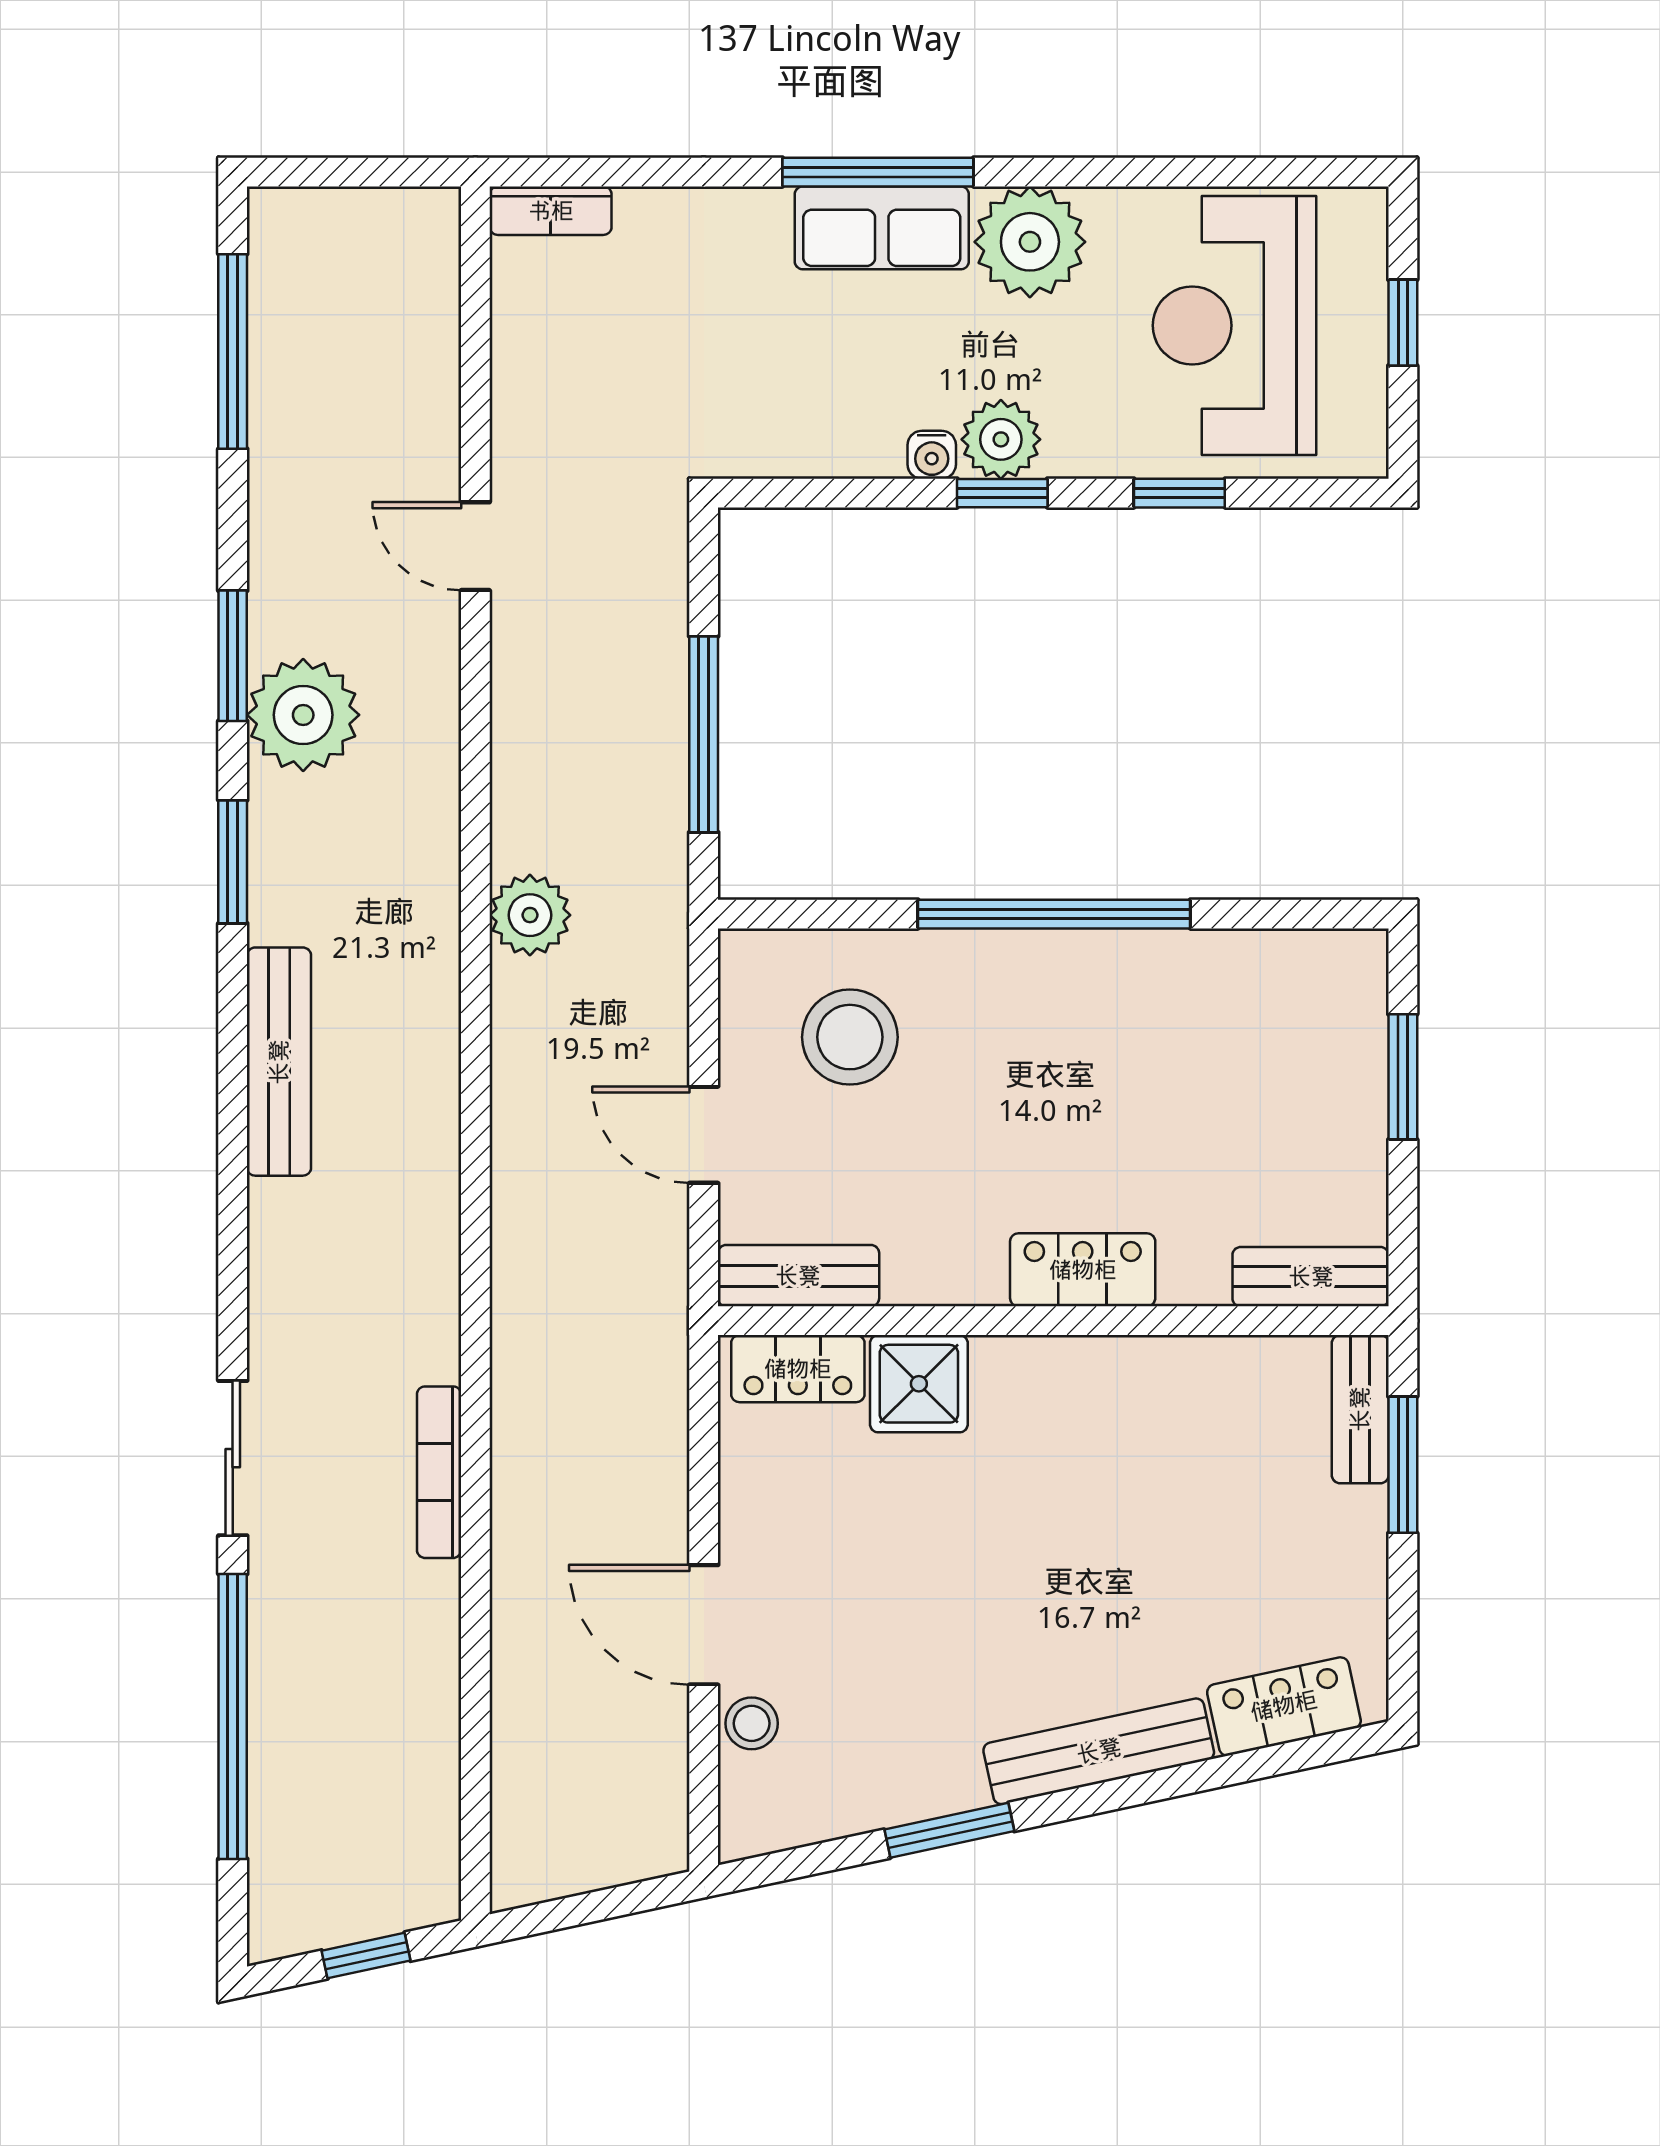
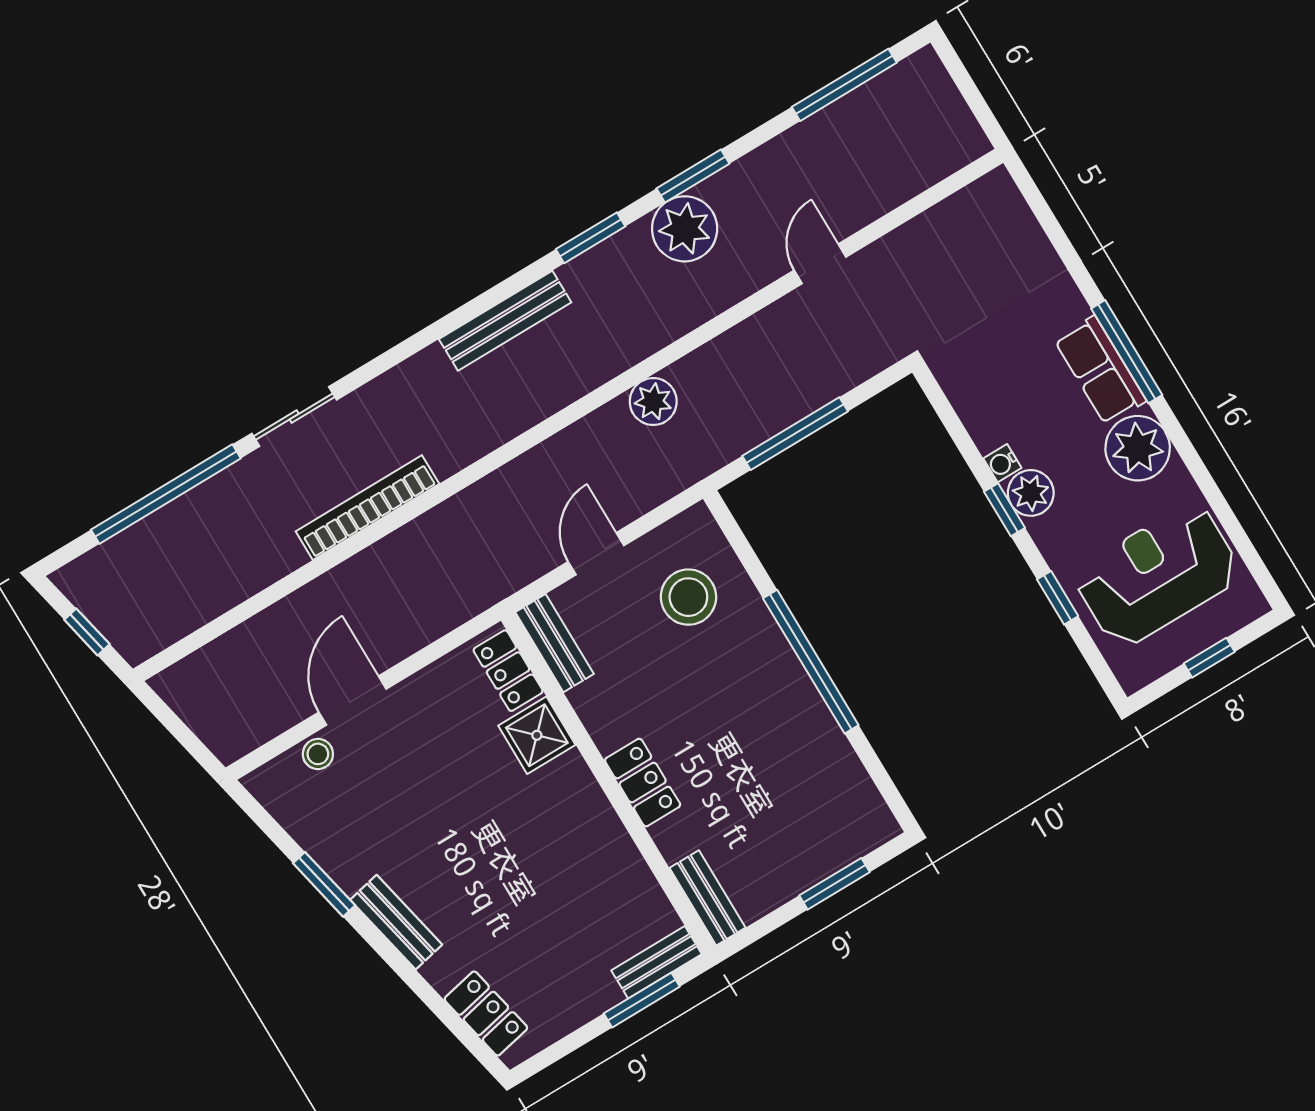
bookcase: (551, 211) -> (1009, 201), removed
bookcase: (439, 1472) -> (367, 508), width x1.48, depth x1.31
bench: (1099, 1751) -> (396, 922), width x0.73

